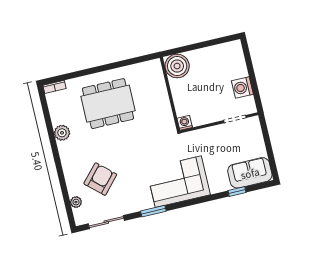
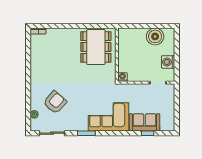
boiler: (177, 66) -> (155, 36), moved
dining table: (108, 104) -> (96, 47), moved, turned 90
plant: (62, 133) -> (36, 64), removed
sofa: (250, 173) -> (145, 122), moved

